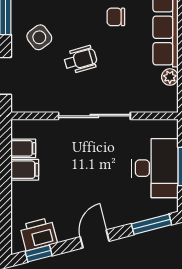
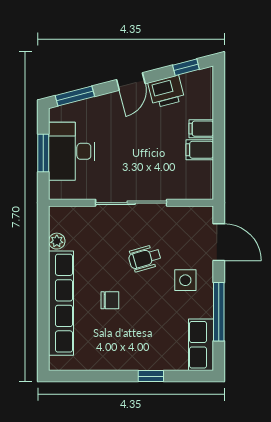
side table: (39, 37) -> (185, 280), turned 37
filing cabinet: (23, 148) -> (201, 129), moved
printer: (38, 234) -> (166, 91), moved

